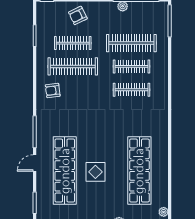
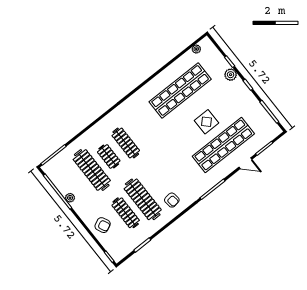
clothes rail: (131, 66) -> (109, 156), width x0.73
door: (35, 163) -> (245, 163), moved

